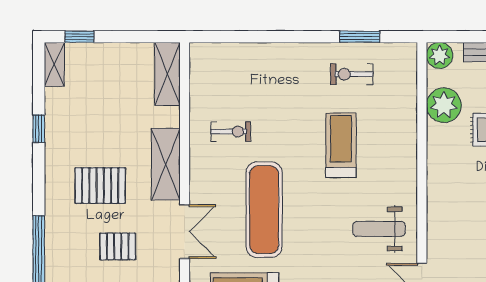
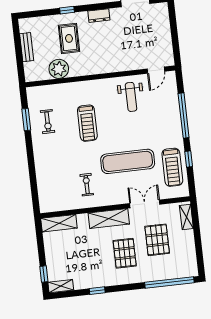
plant: (440, 55) -> (32, 74), removed
treadmill: (341, 145) -> (87, 123), turned -90
pallet: (118, 246) -> (157, 240), width x1.50, depth x1.42

